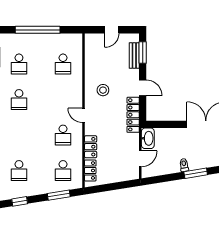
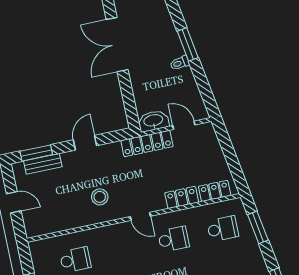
door: (84, 115) -> (140, 216), hinge flipped
locker: (133, 115) -> (147, 143), moved

